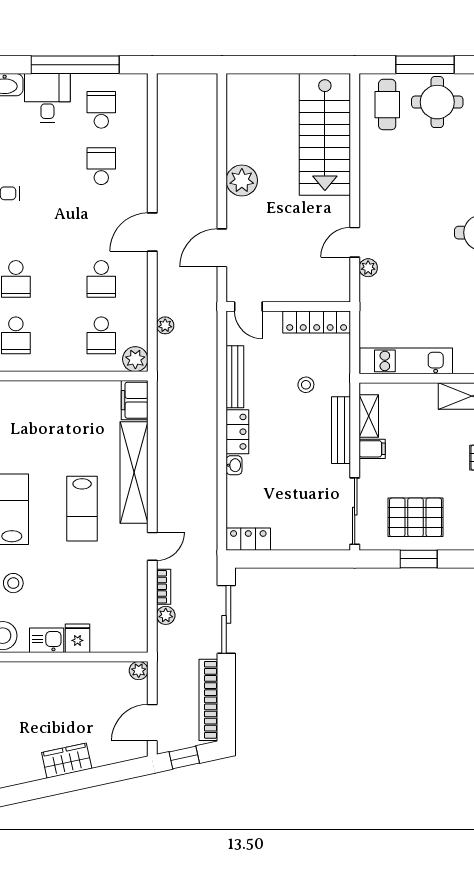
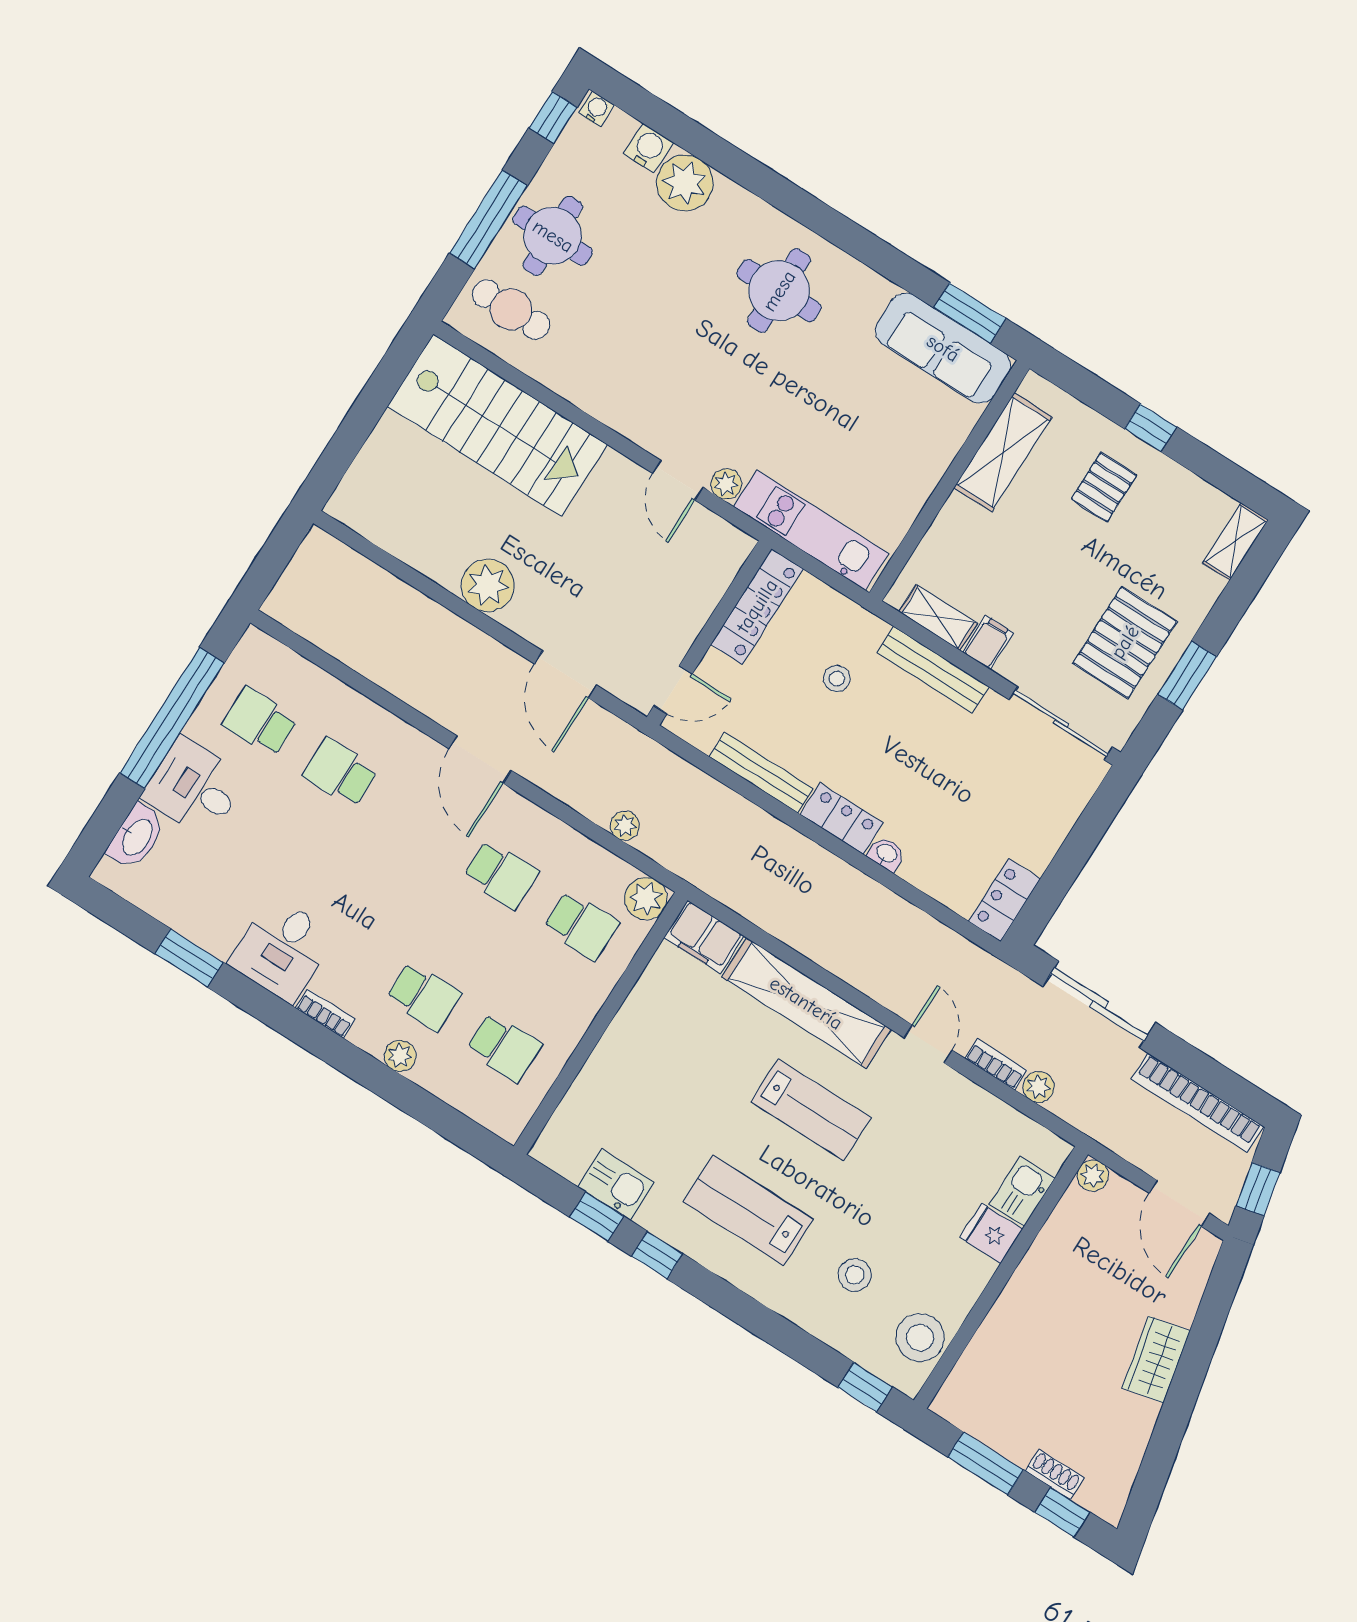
kitchen unit: (406, 361) -> (811, 530), moved, turned 90
kitchen sink: (47, 640) -> (1022, 1191), moved

